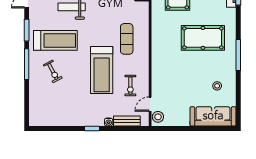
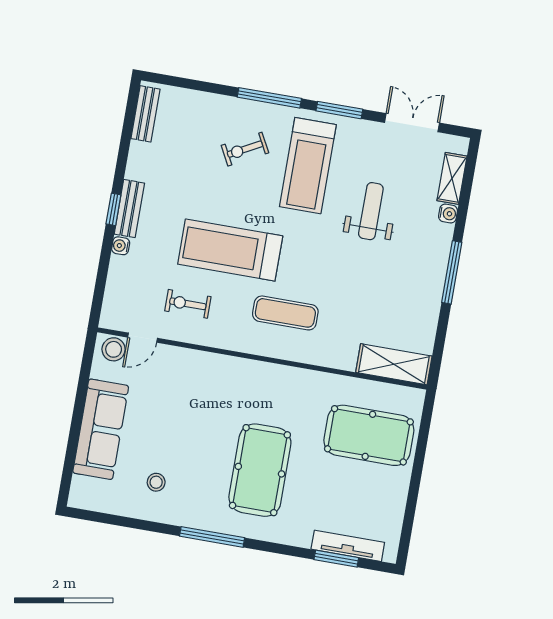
door: (150, 104) -> (143, 338), swing flipped
sofa: (213, 116) -> (101, 429), moved
bench: (44, 121) -> (146, 114), added
bench: (127, 121) -> (129, 209), moved

